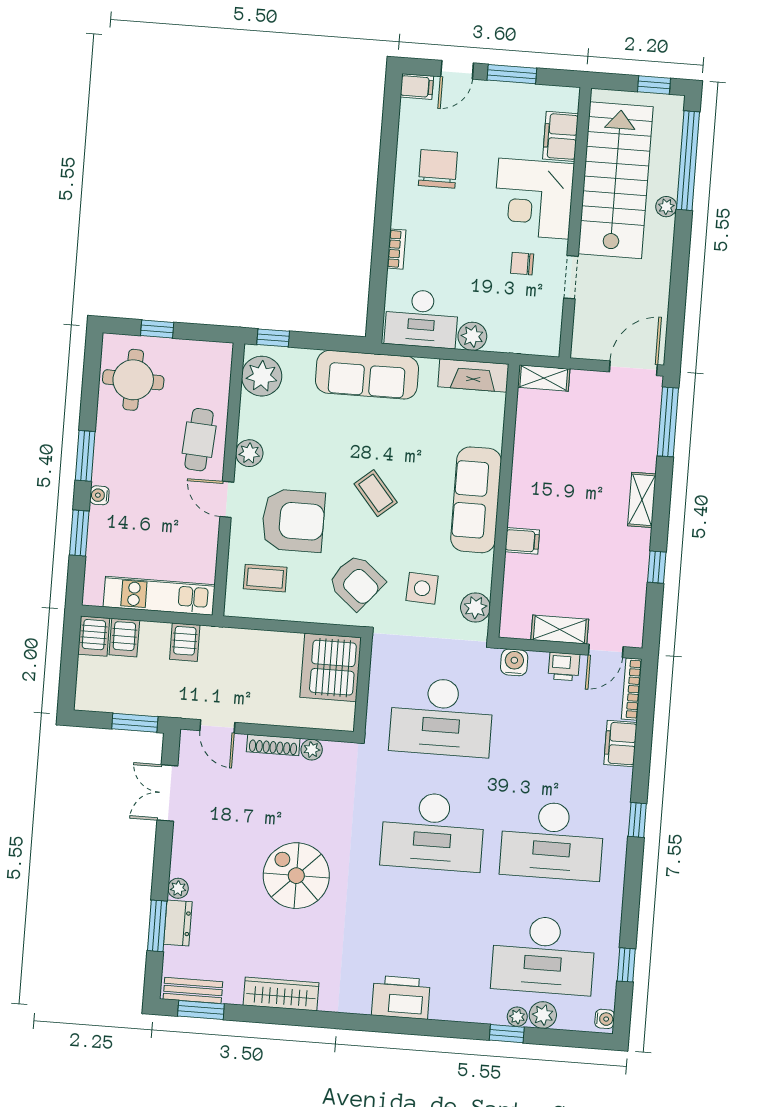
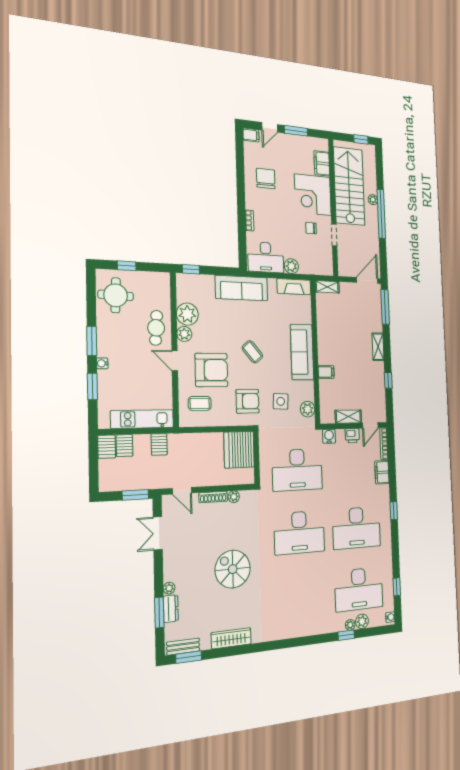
window: (688, 161) -> (381, 214), moved
plant: (262, 376) -> (187, 314), moved
armchair: (356, 582) -> (248, 401), turned -40
printer: (401, 997) -> (293, 627), removed

